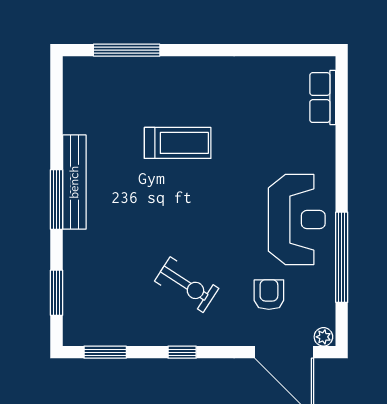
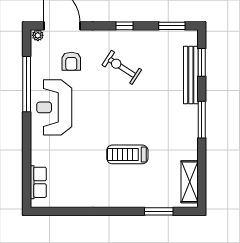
window: (127, 50) -> (159, 211), width x0.69
shelving: (76, 98) -> (190, 182), added
bench: (74, 182) -> (191, 75), moved

